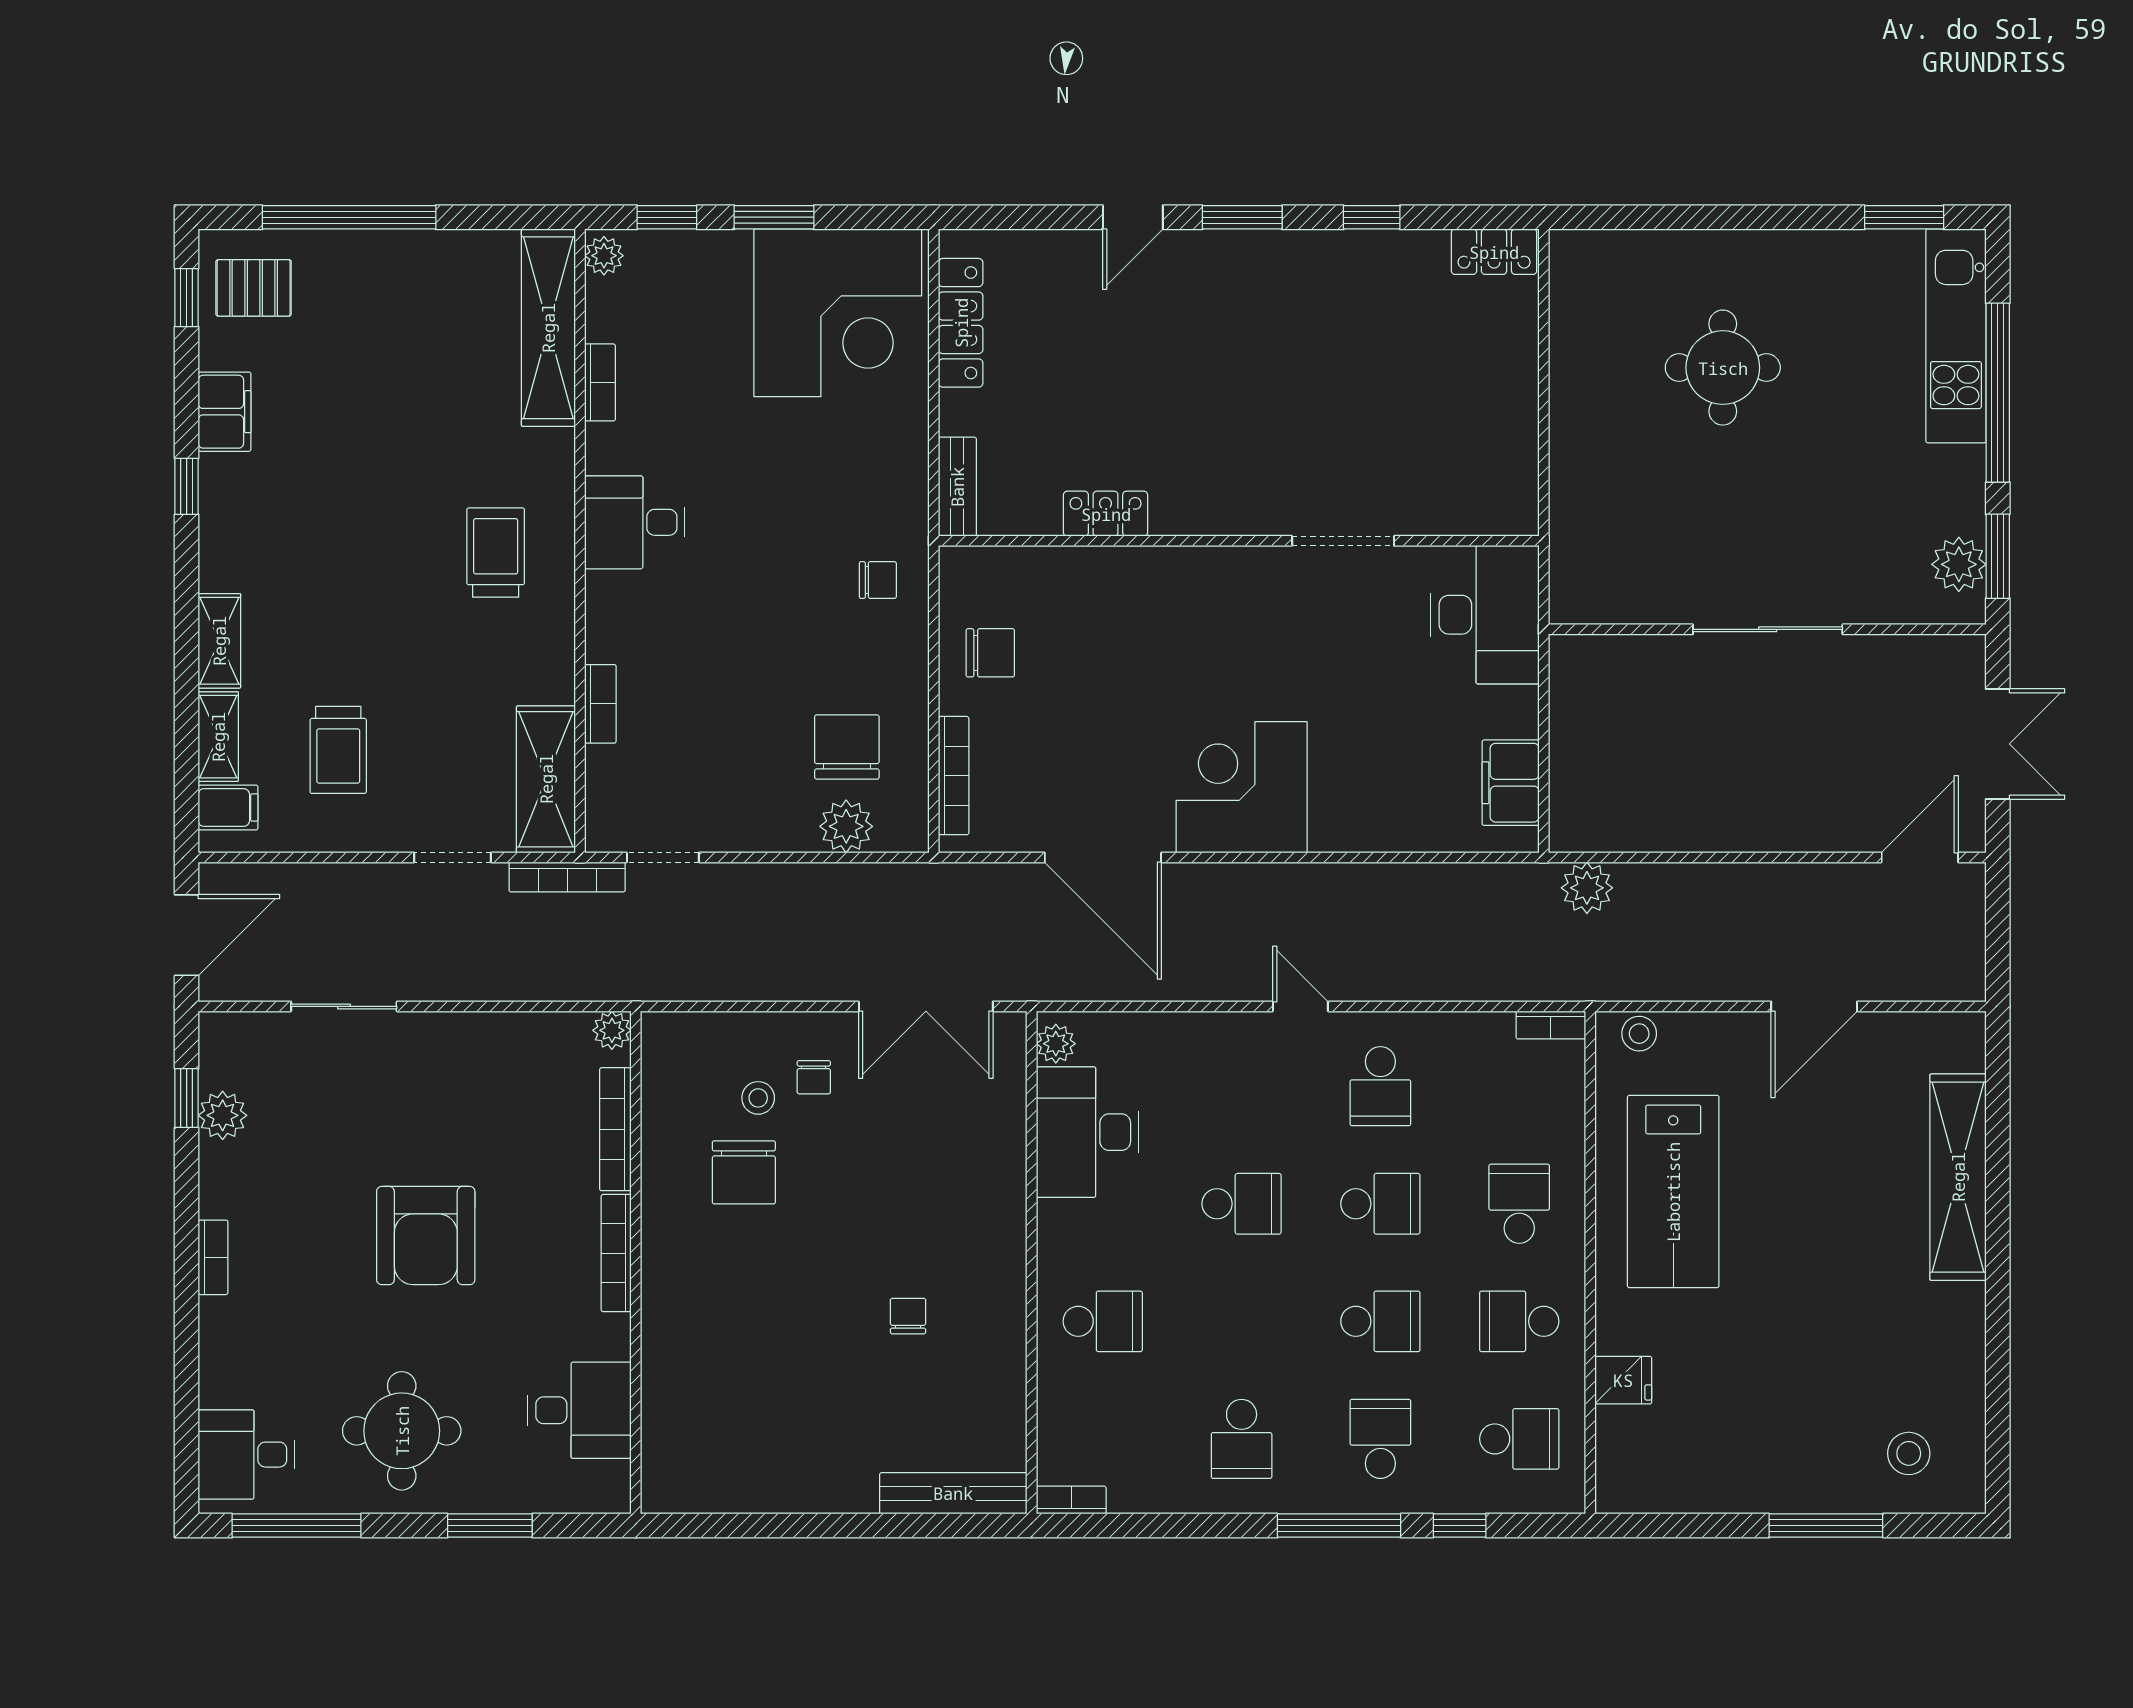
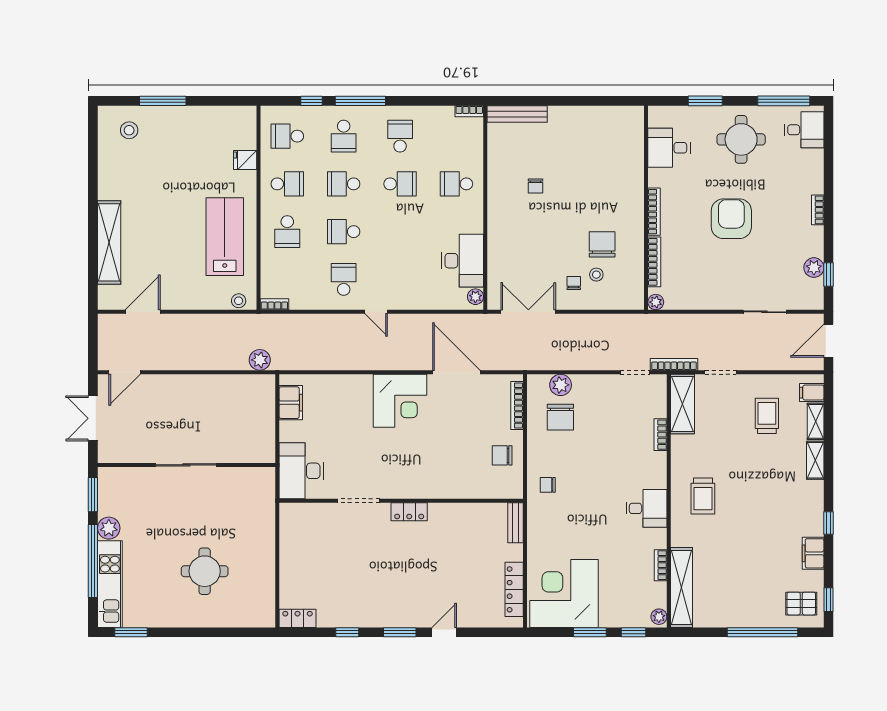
locker: (1106, 514) -> (409, 512), moved
plant: (1959, 564) -> (109, 528), moved
door: (1814, 1006) -> (143, 312), moved
school desk: (1242, 1204) -> (400, 184), moved, turned 180

